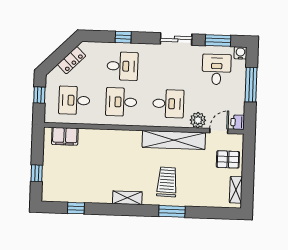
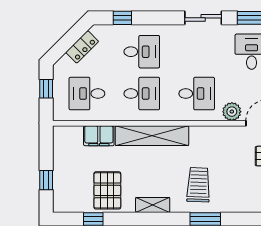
window: (123, 37) -> (122, 18), moved
desk: (121, 102) -> (142, 94), turned 180
filing cabinet: (65, 136) -> (99, 136), moved
shelving: (174, 140) -> (152, 136), moved
pallet: (89, 184) -> (107, 190), added

